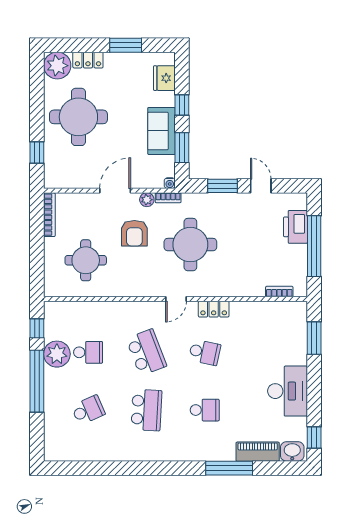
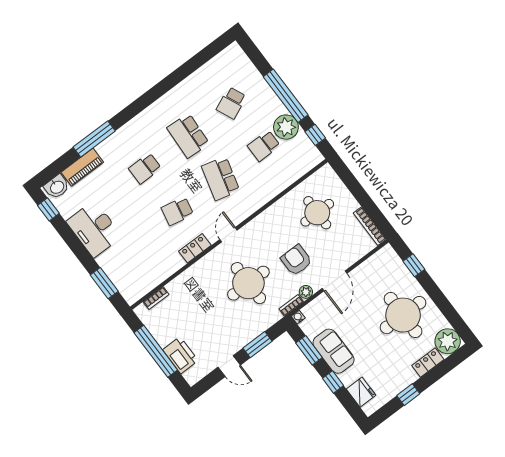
window: (126, 45) -> (408, 395), width x0.67
school desk: (146, 352) -> (221, 178), turned 36

